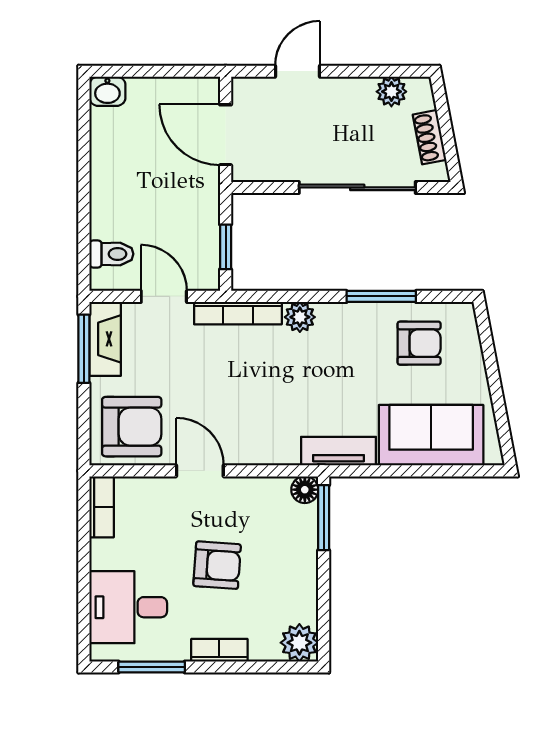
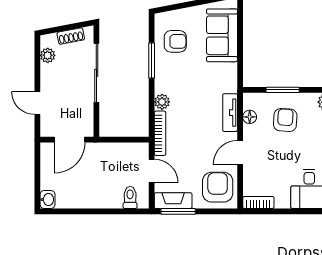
window: (226, 247) -> (126, 140), removed
door: (164, 296) -> (152, 171), swing flipped
armchair: (419, 343) -> (175, 41), turned 90
tv unit: (338, 451) -> (230, 113), moved
floor lamp: (305, 490) -> (250, 117), moved
window: (324, 518) -> (283, 90), moved
armchair: (217, 565) -> (285, 120), moved

